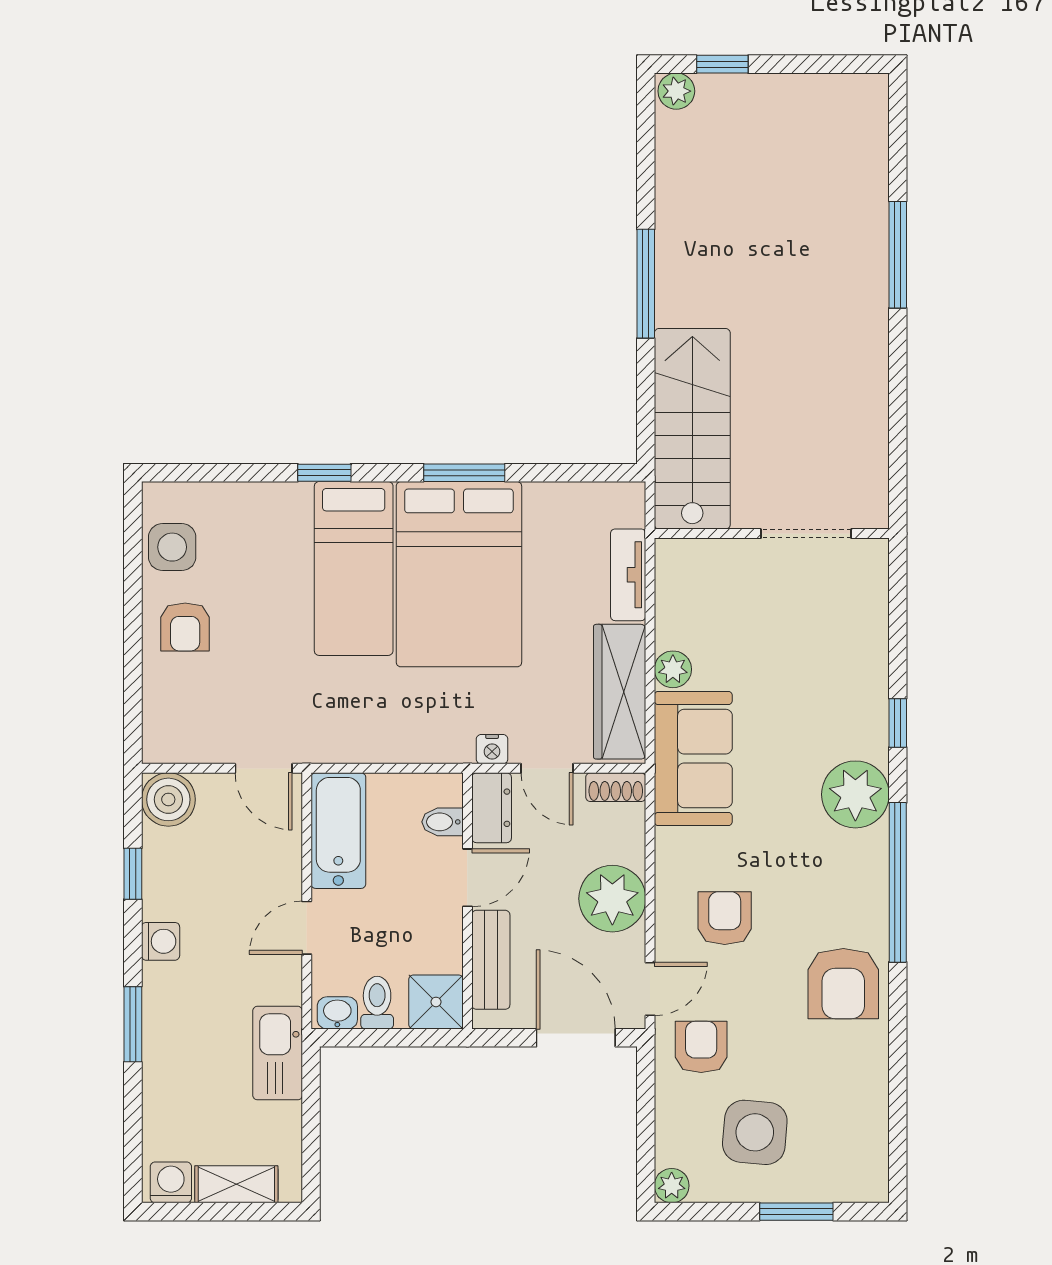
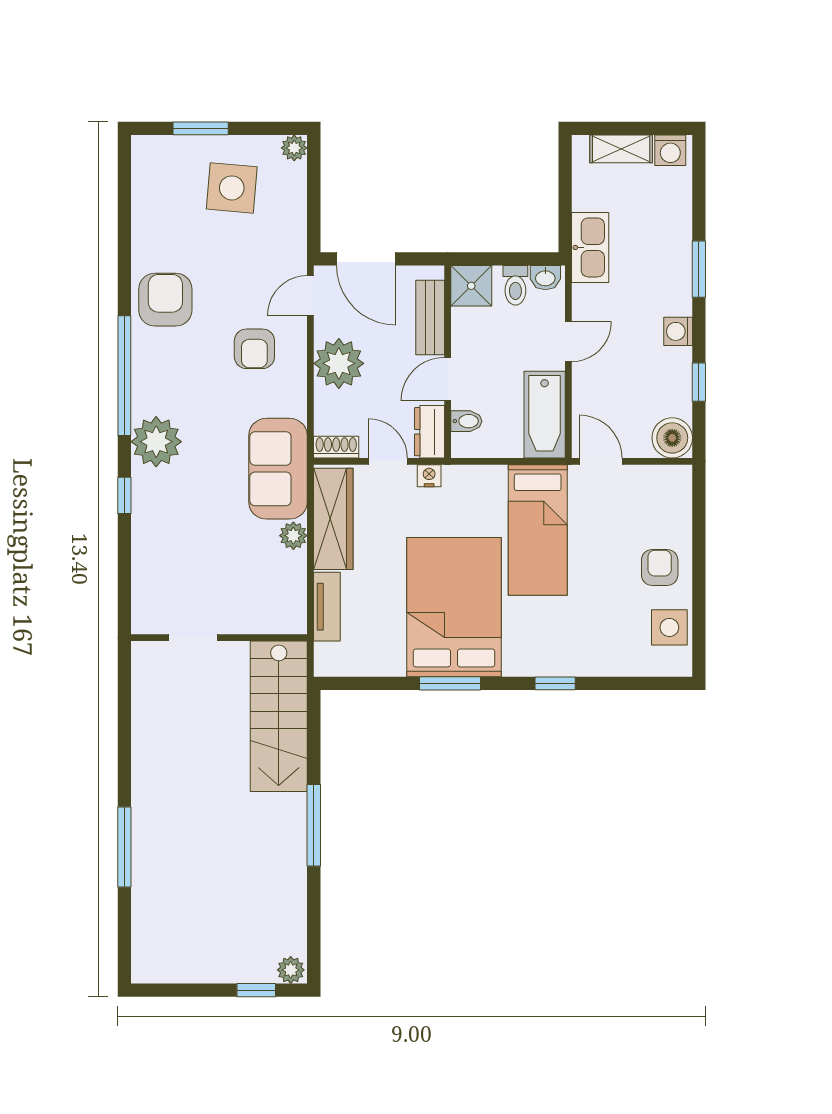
doorway: (806, 534) -> (193, 638), width x0.73
bed: (354, 568) -> (538, 530), moved, turned 180
armchair: (701, 1047) -> (272, 252), removed

